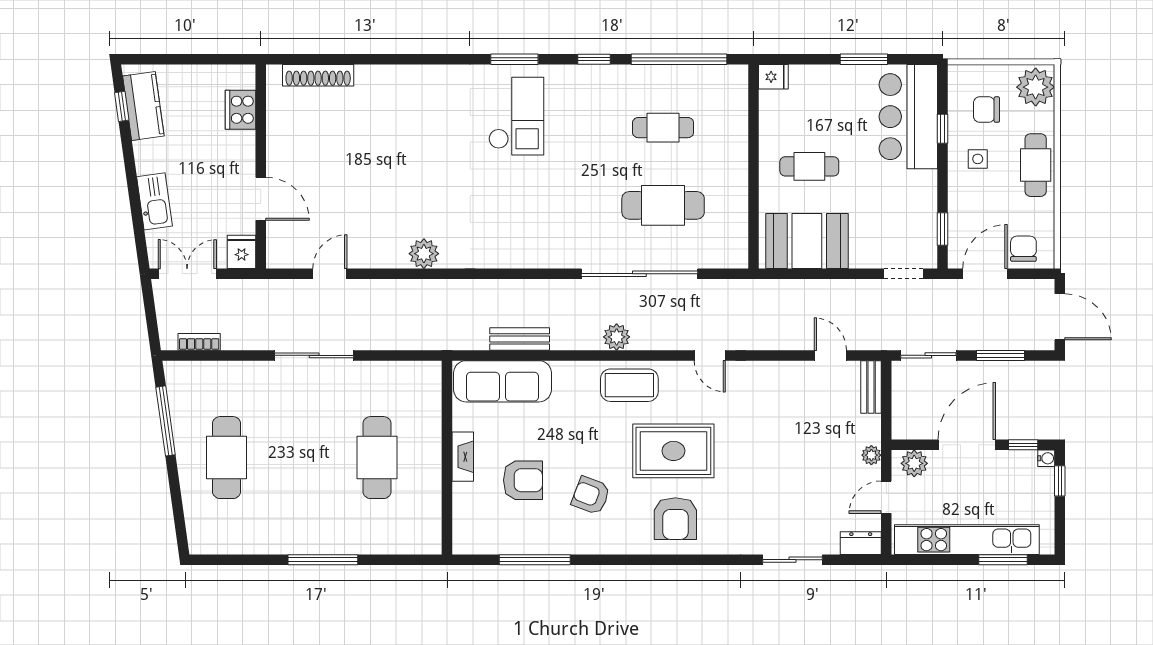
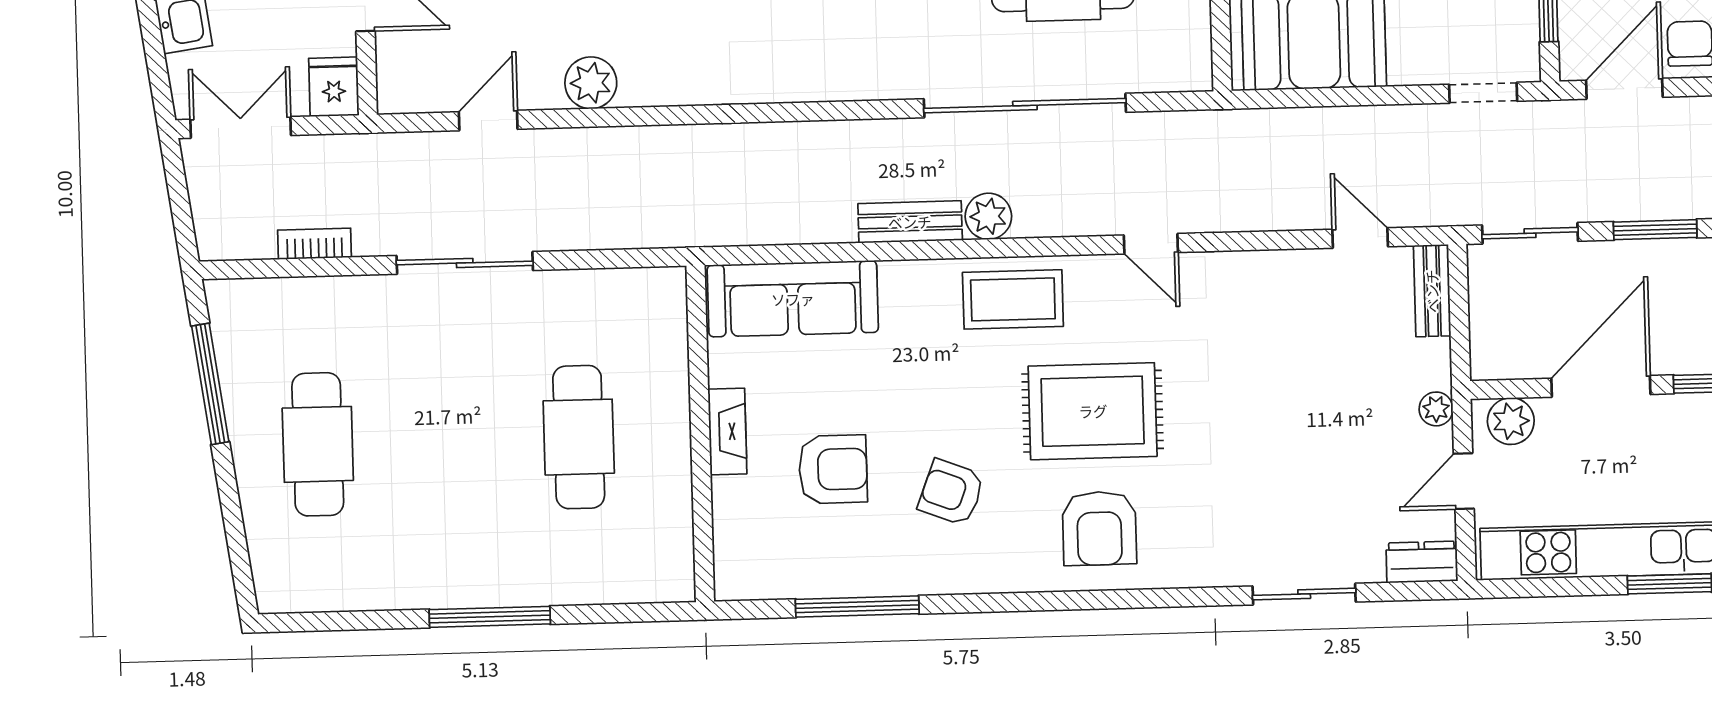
plant: (424, 254) -> (591, 83), moved
bench: (520, 339) -> (910, 222), moved
bookcase: (199, 342) -> (315, 244), moved

